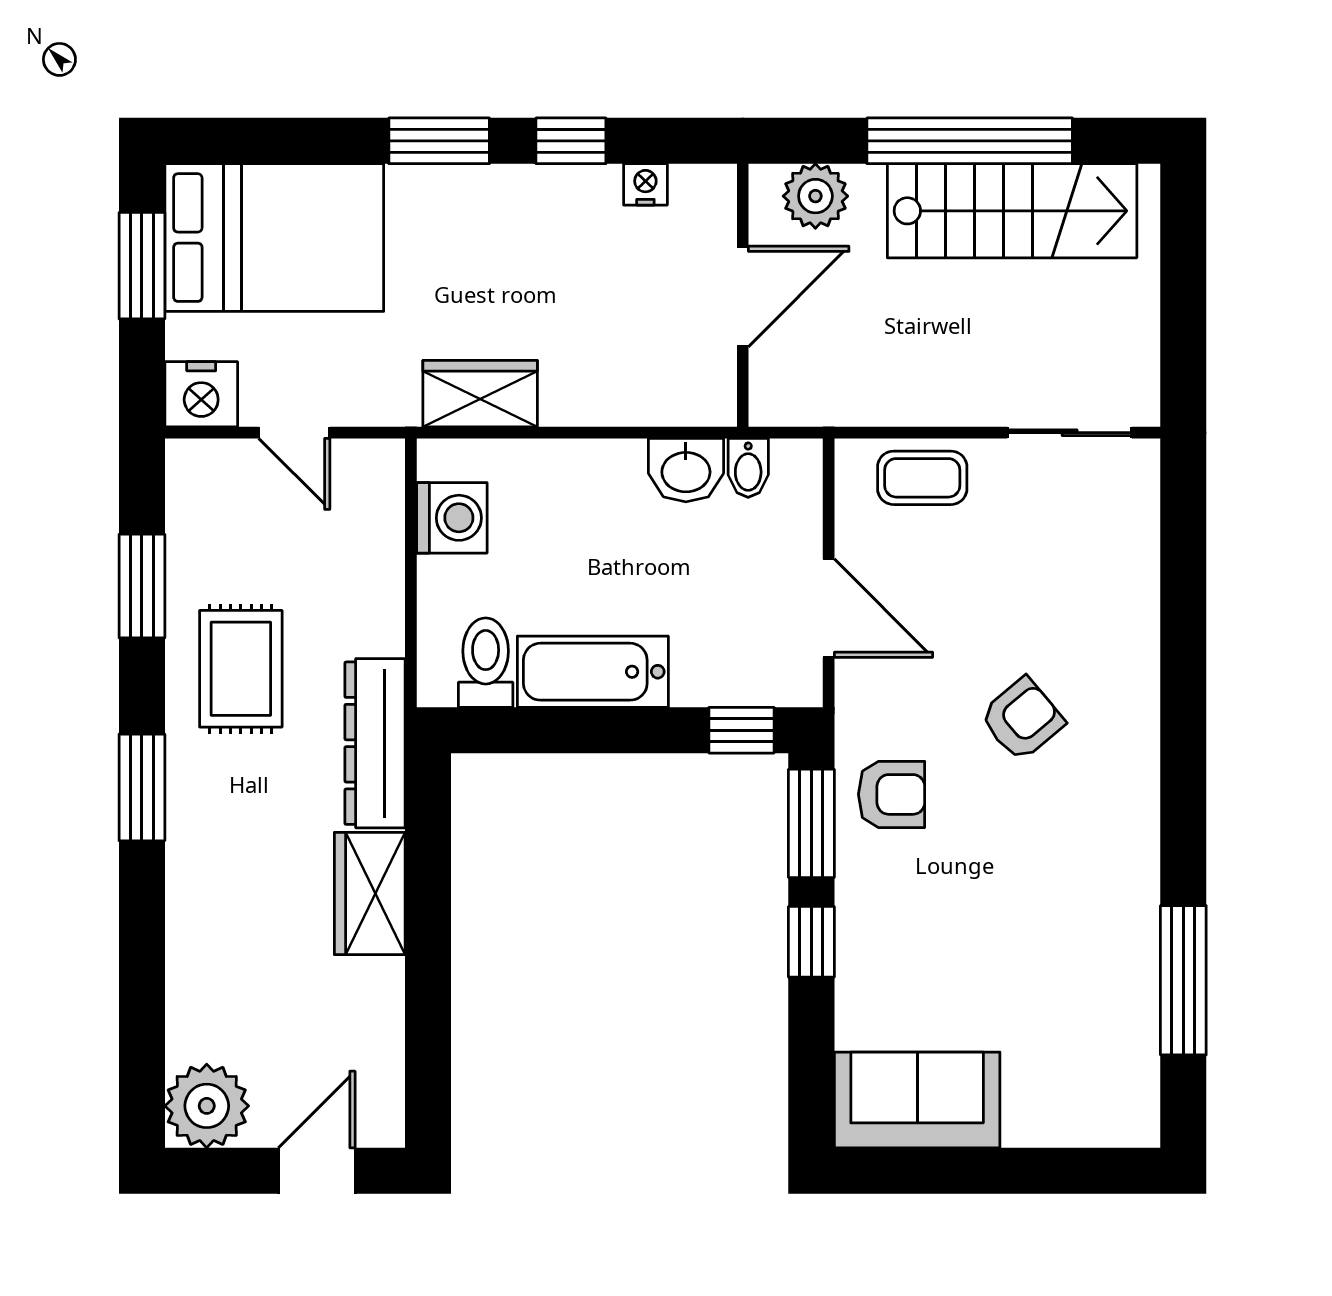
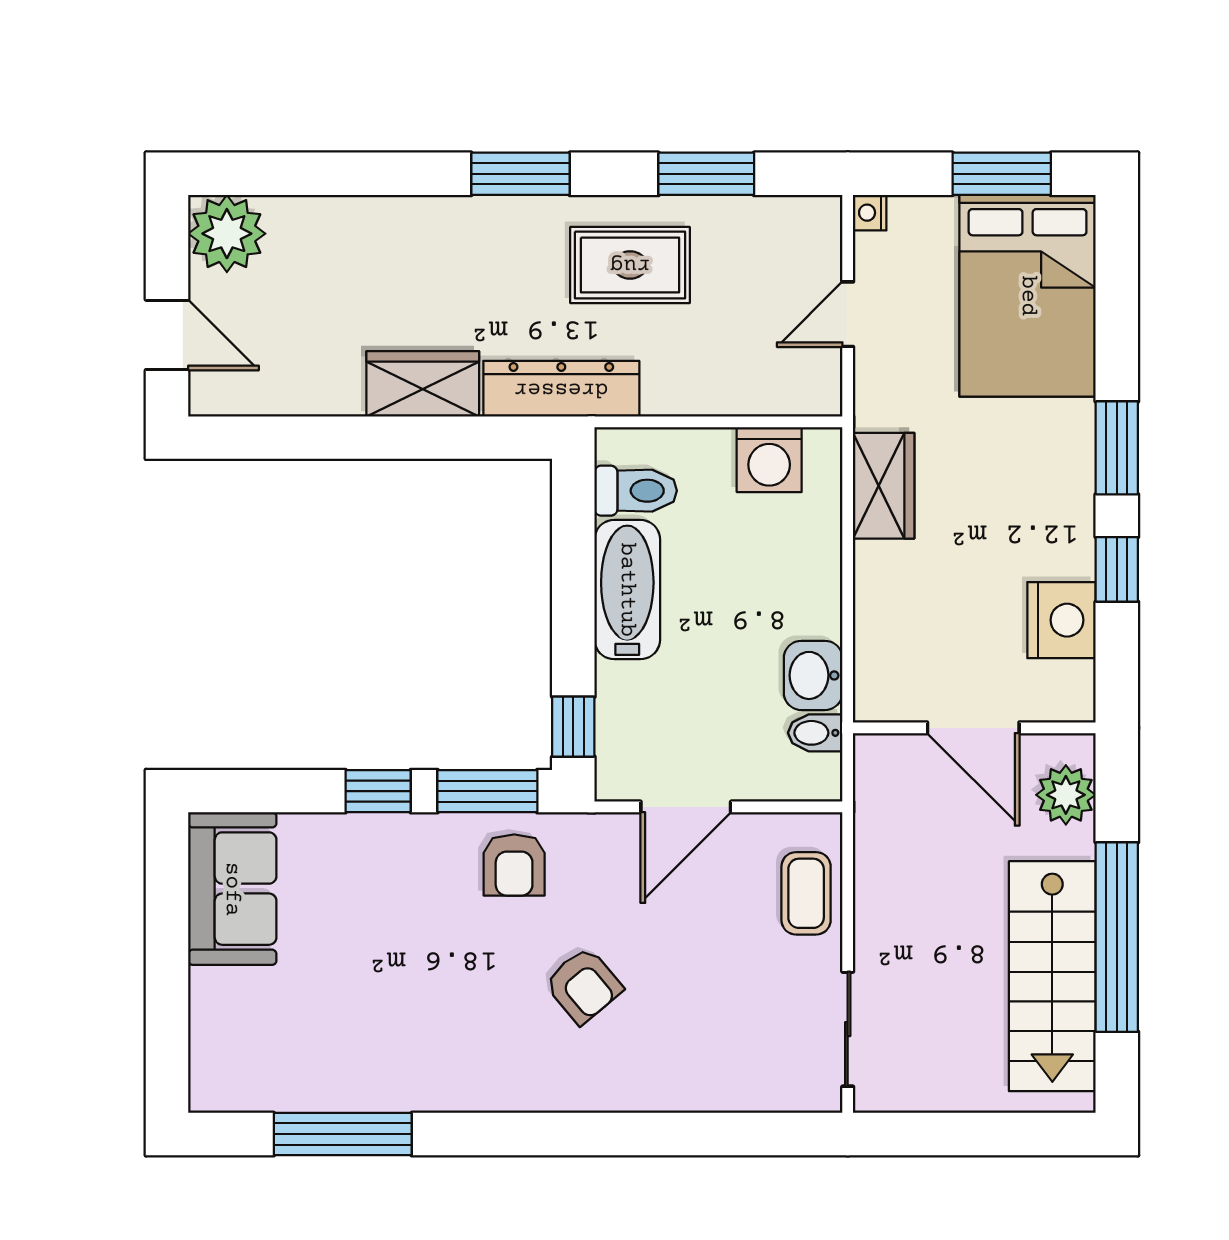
nightstand: (645, 184) -> (1061, 620), width x1.89, depth x1.79
nightstand: (201, 394) -> (870, 213), width x0.53, depth x0.56

